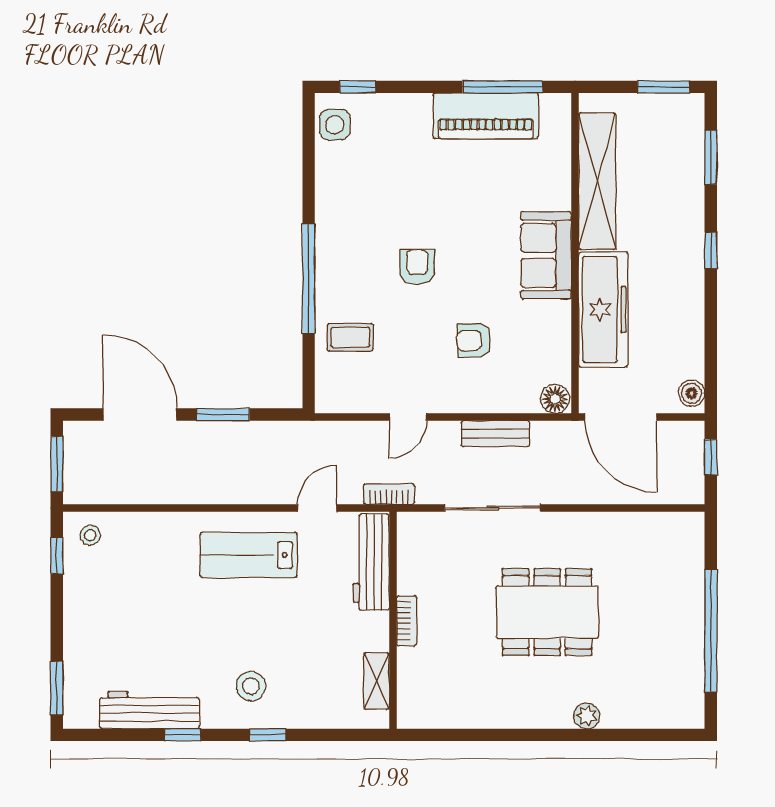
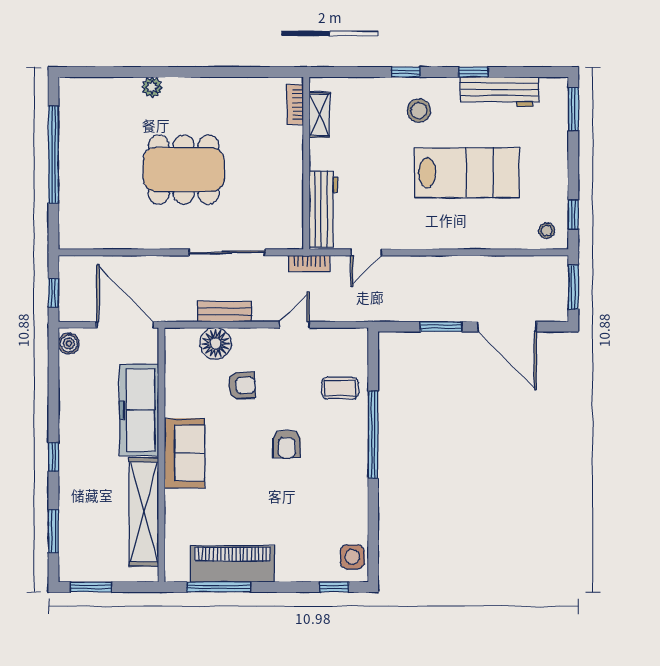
floor lamp: (555, 399) -> (215, 343), moved, width x1.38, depth x1.38
lab bench: (249, 555) -> (467, 173), moved, width x1.36, depth x1.39
bookcase: (407, 621) -> (295, 105), moved

